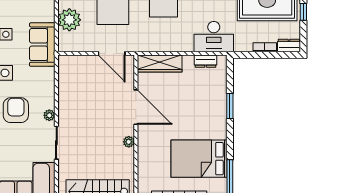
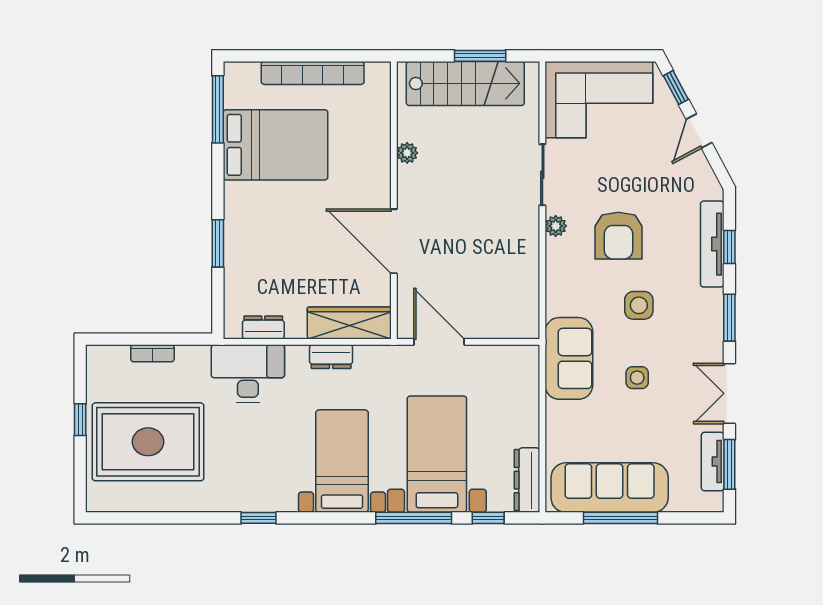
plant: (69, 20) -> (518, 405), removed
dresser: (289, 45) -> (331, 357), moved
plant: (129, 142) -> (407, 153), moved

